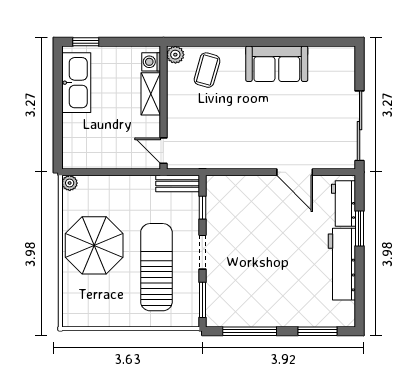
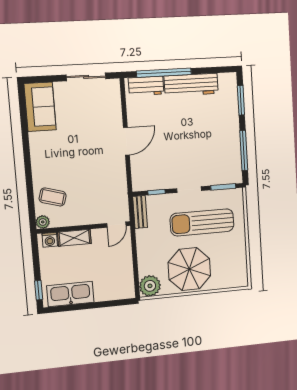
sofa: (277, 64) -> (40, 107), moved
sliding door: (360, 126) -> (86, 77), width x0.73
door: (295, 172) -> (126, 141), moved
plant: (70, 183) -> (150, 286), width x1.88, depth x1.88
window: (360, 228) -> (164, 73), width x2.11

